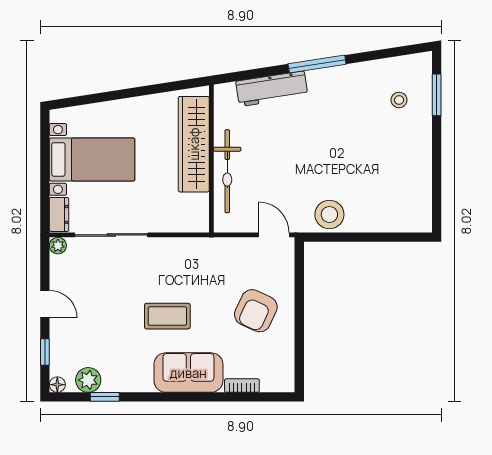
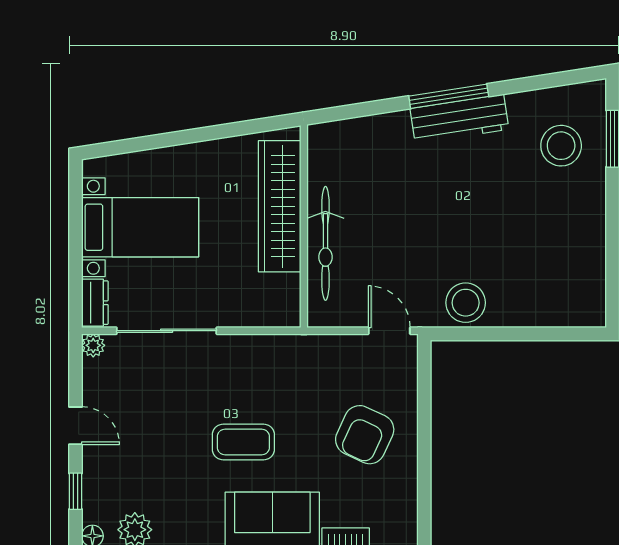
workbench: (272, 89) -> (459, 119), moved
stool: (399, 100) -> (561, 146), width x1.89, depth x1.89

